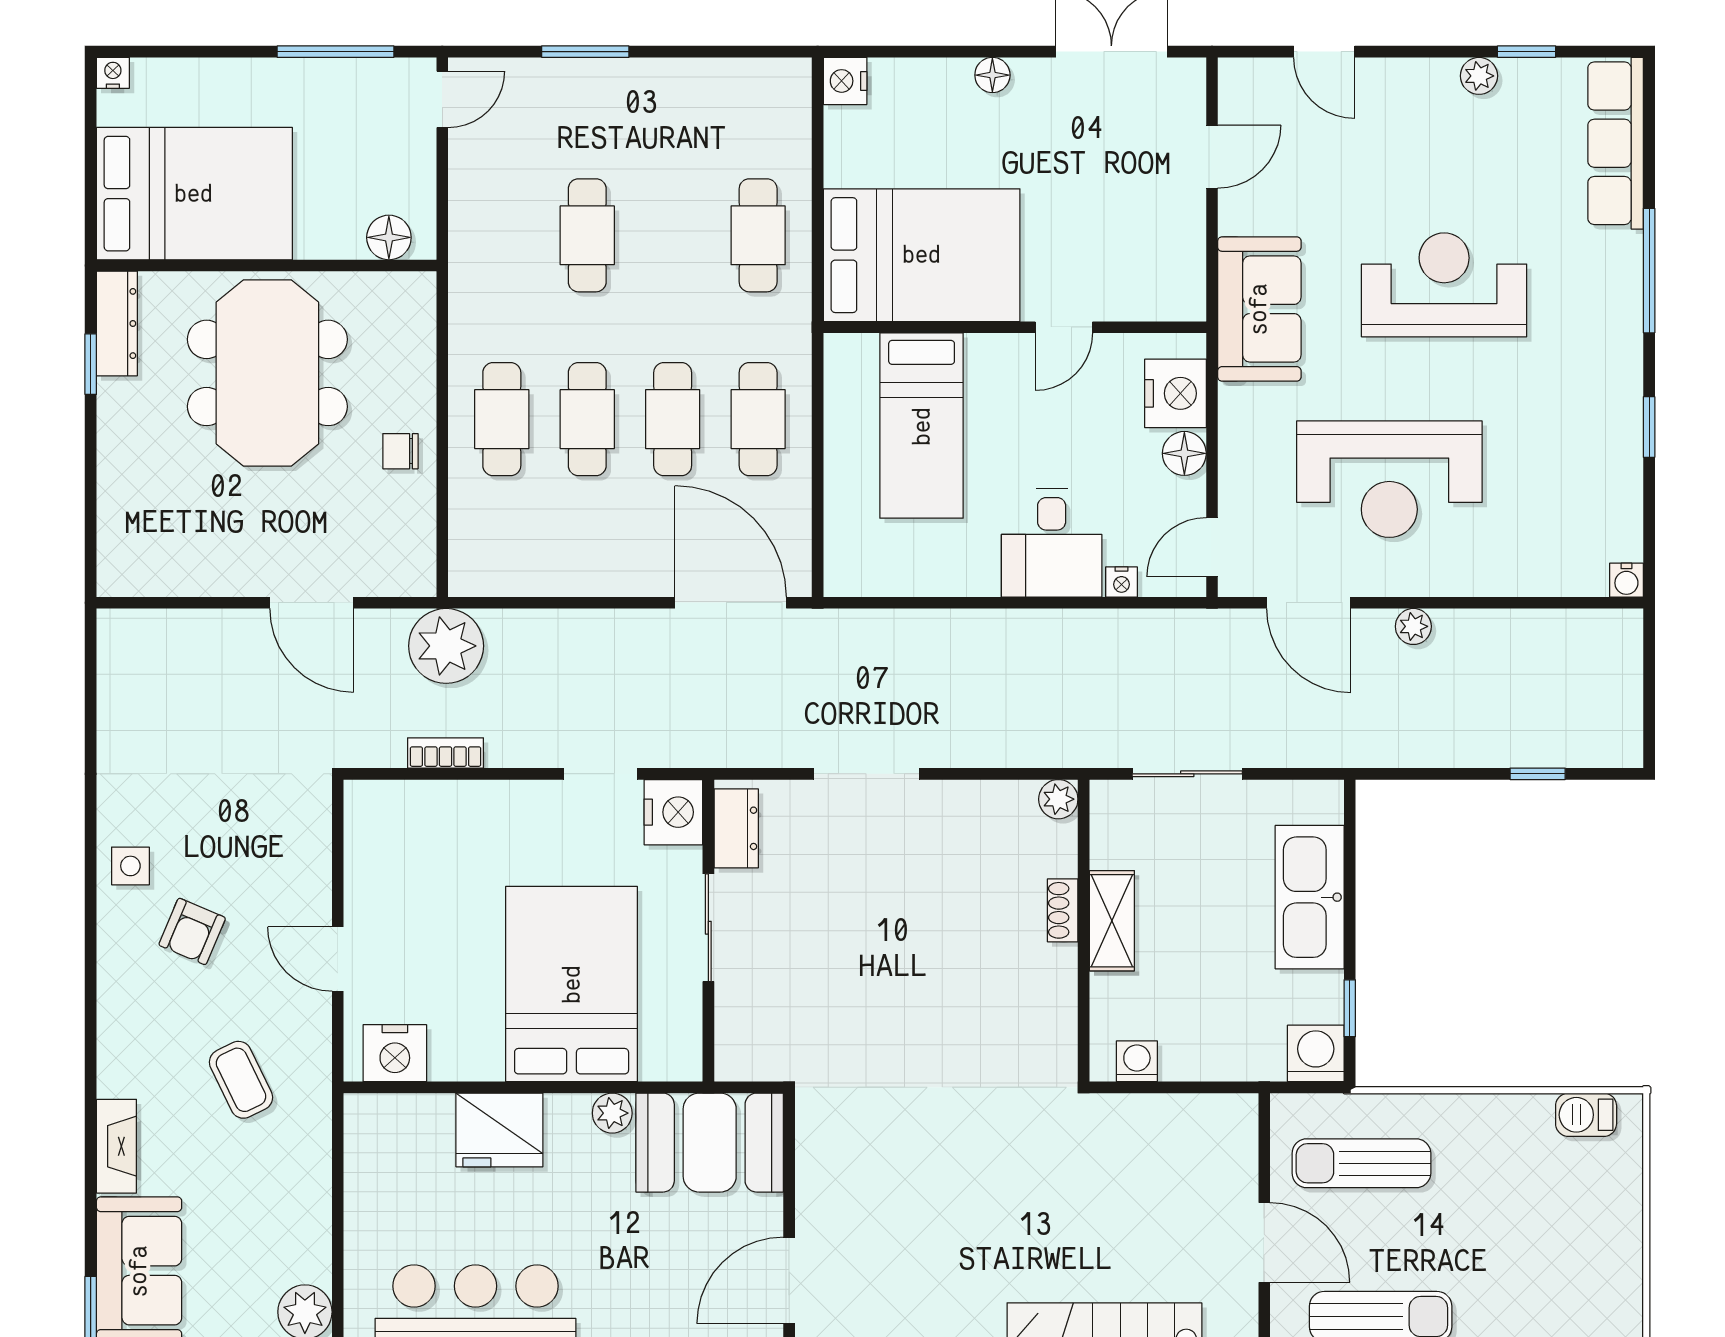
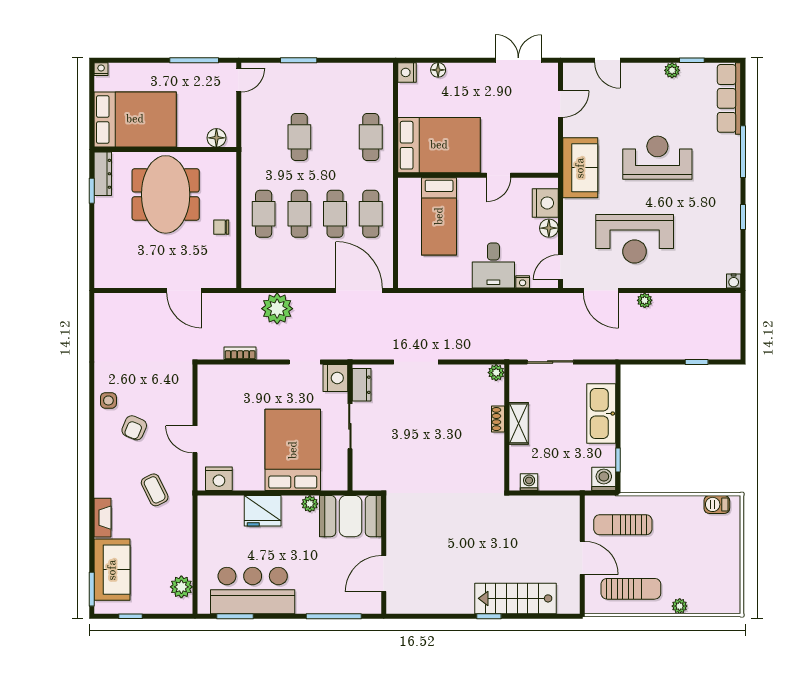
floor lamp: (992, 75) -> (438, 70), moved
plant: (446, 646) -> (277, 309), moved

